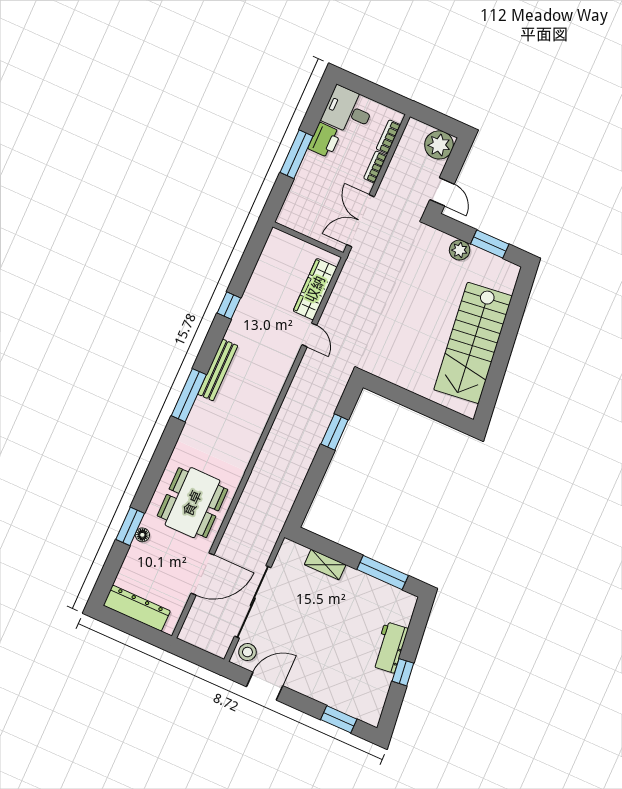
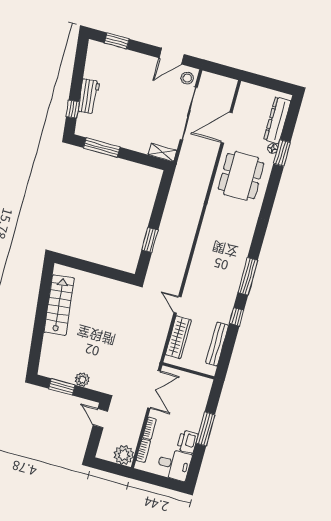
plant: (439, 145) -> (124, 455), moved
stairs: (473, 343) -> (59, 305), width x0.73, depth x0.66
bench: (218, 370) -> (217, 344), moved
window: (189, 395) -> (248, 276), moved
shelving: (325, 565) -> (162, 152), moved
dresser: (137, 608) -> (277, 120), moved, turned 90
window: (403, 672) -> (73, 109), moved

